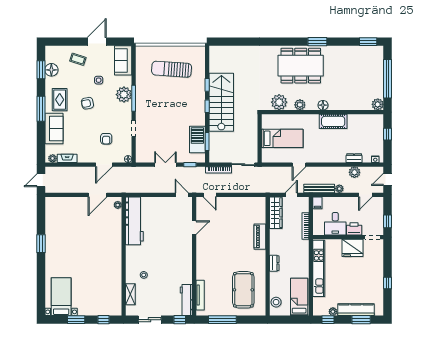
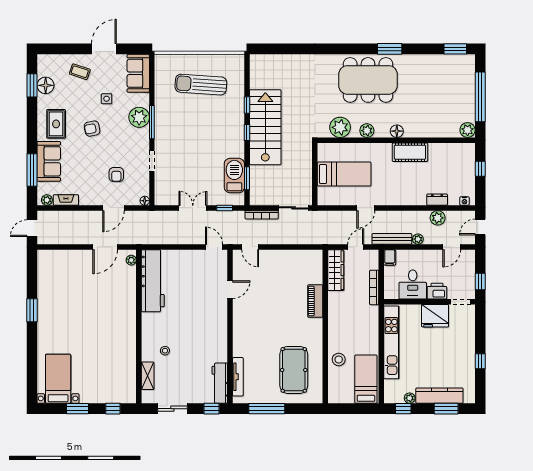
window: (41, 109) -> (32, 170), moved
dresser: (274, 263) -> (334, 336), removed
stool: (276, 302) -> (339, 359), moved

